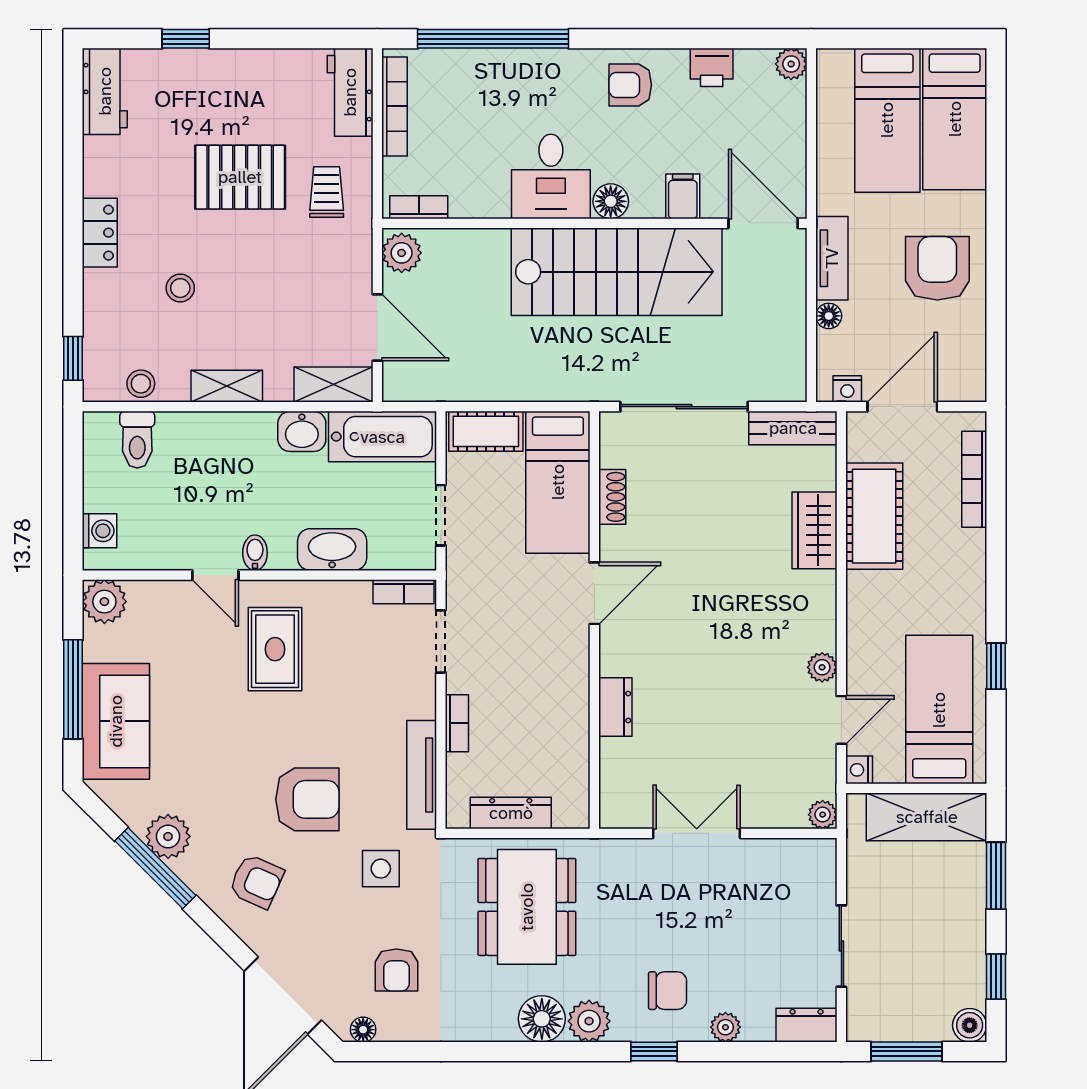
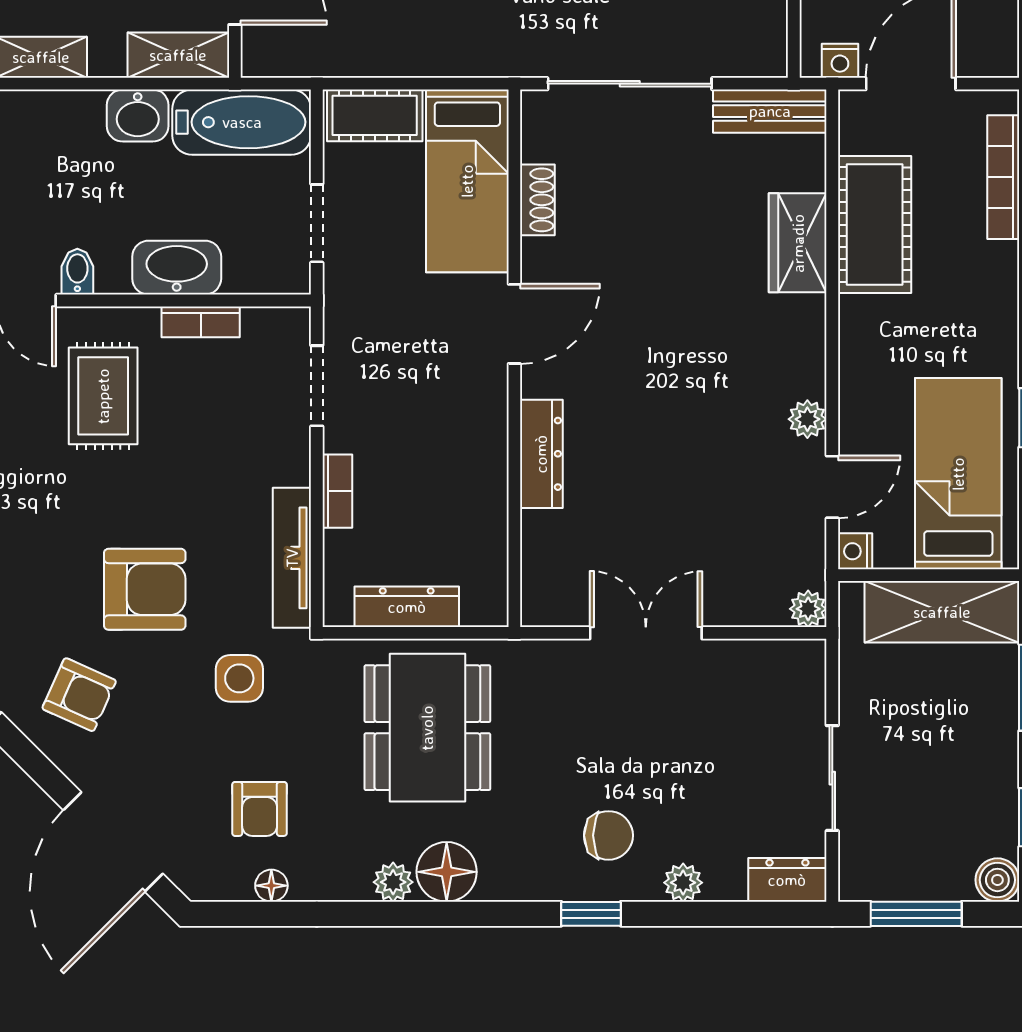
bookcase: (404, 592) -> (201, 322), moved
dresser: (615, 707) -> (541, 454), width x1.44
plant: (589, 1021) -> (393, 882), moved, width x0.73, depth x0.73
floor lamp: (363, 1030) -> (271, 886), moved

